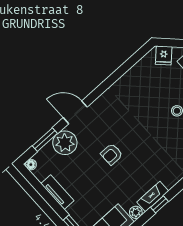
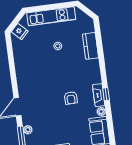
plant: (65, 143) -> (28, 130), width x0.53, depth x0.53
armchair: (112, 154) -> (71, 98), moved

